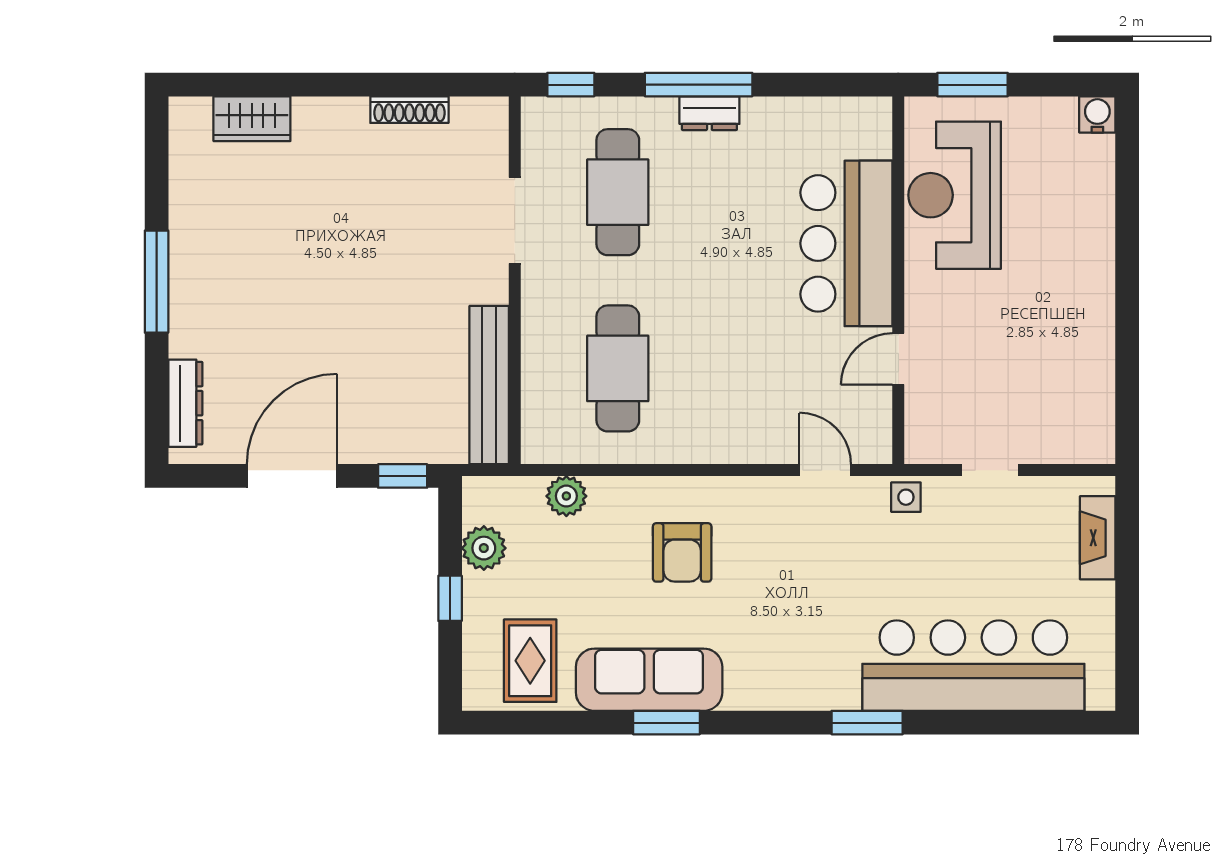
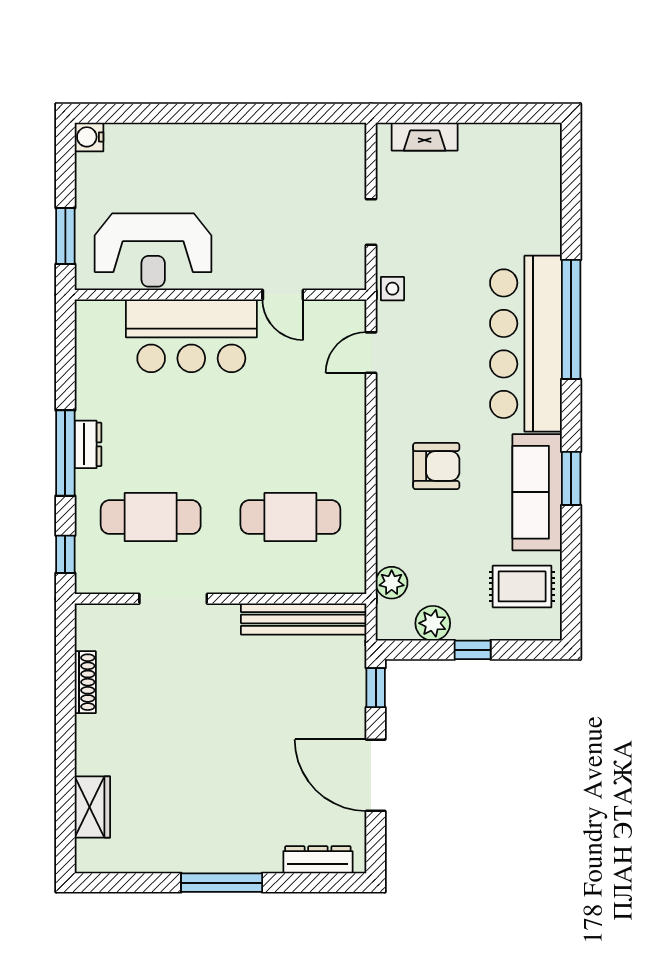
plant: (566, 496) -> (392, 583), moved
bar counter: (973, 666) -> (526, 344), moved
window: (867, 723) -> (571, 319), width x2.11

